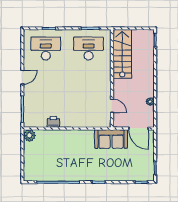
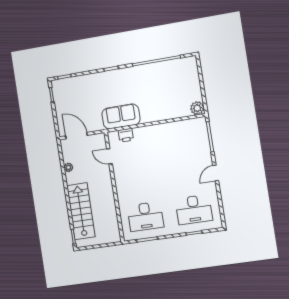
stairs: (122, 54) -> (81, 211), moved, turned 180
printer: (53, 122) -> (126, 135), moved
sofa: (111, 139) -> (121, 116), moved

